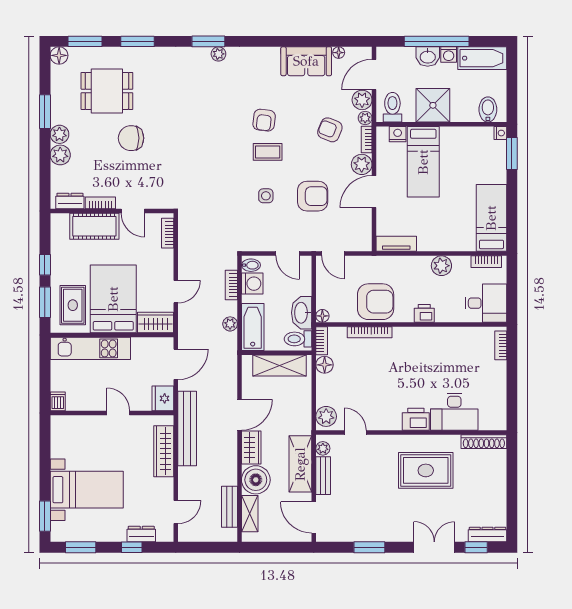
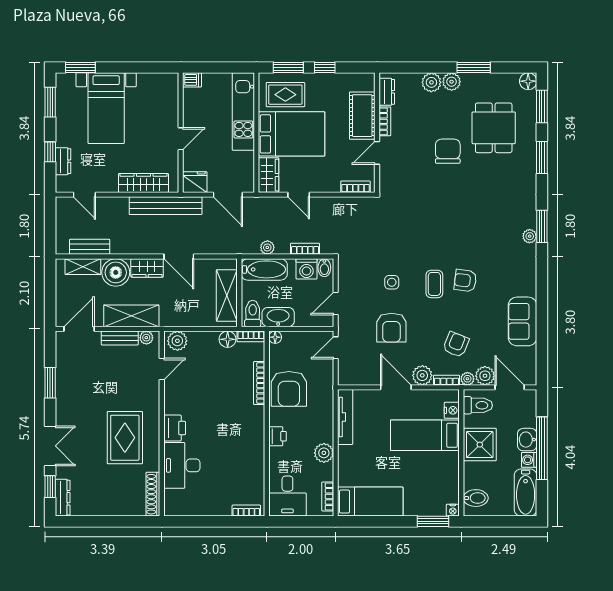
floor lamp: (339, 53) -> (531, 353), removed
tv unit: (396, 244) -> (345, 417), width x1.41

